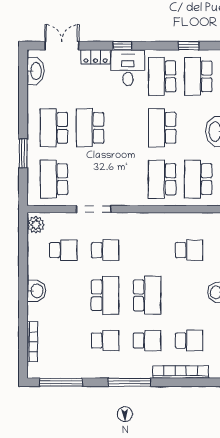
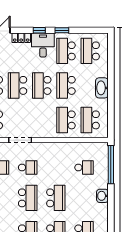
window: (189, 46) -> (62, 30), moved
school desk: (126, 128) -> (42, 85), added

